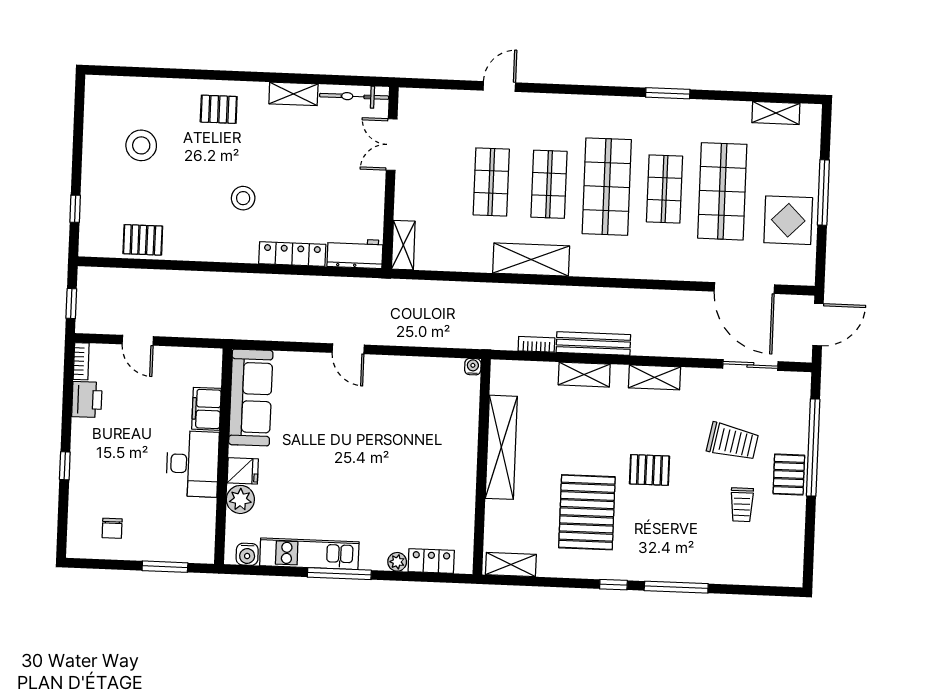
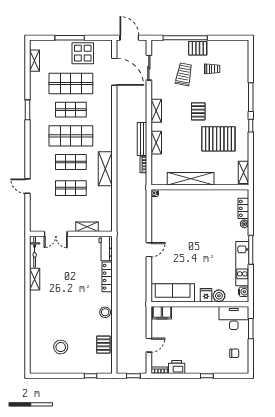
pallet: (219, 109) -> (43, 313), removed
stool: (243, 198) -> (105, 312), moved
shelving: (403, 245) -> (87, 227), moved
door: (744, 288) -> (114, 72), hinge flipped
filing cabinet: (206, 409) -> (162, 313), moved
desk: (193, 464) -> (234, 318), moved

